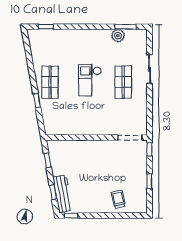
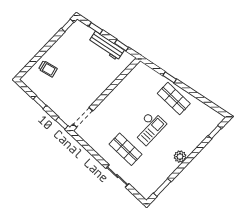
plant: (118, 36) -> (180, 157), moved
checkout: (90, 80) -> (149, 128), turned 90
workbench: (63, 194) -> (107, 46), moved

